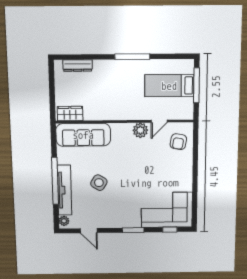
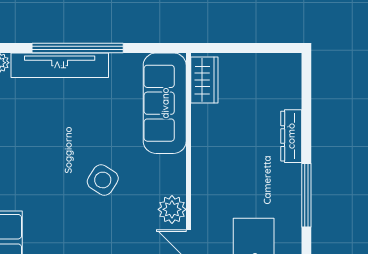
dresser: (78, 66) -> (291, 136), moved
side table: (99, 183) -> (103, 180), moved

